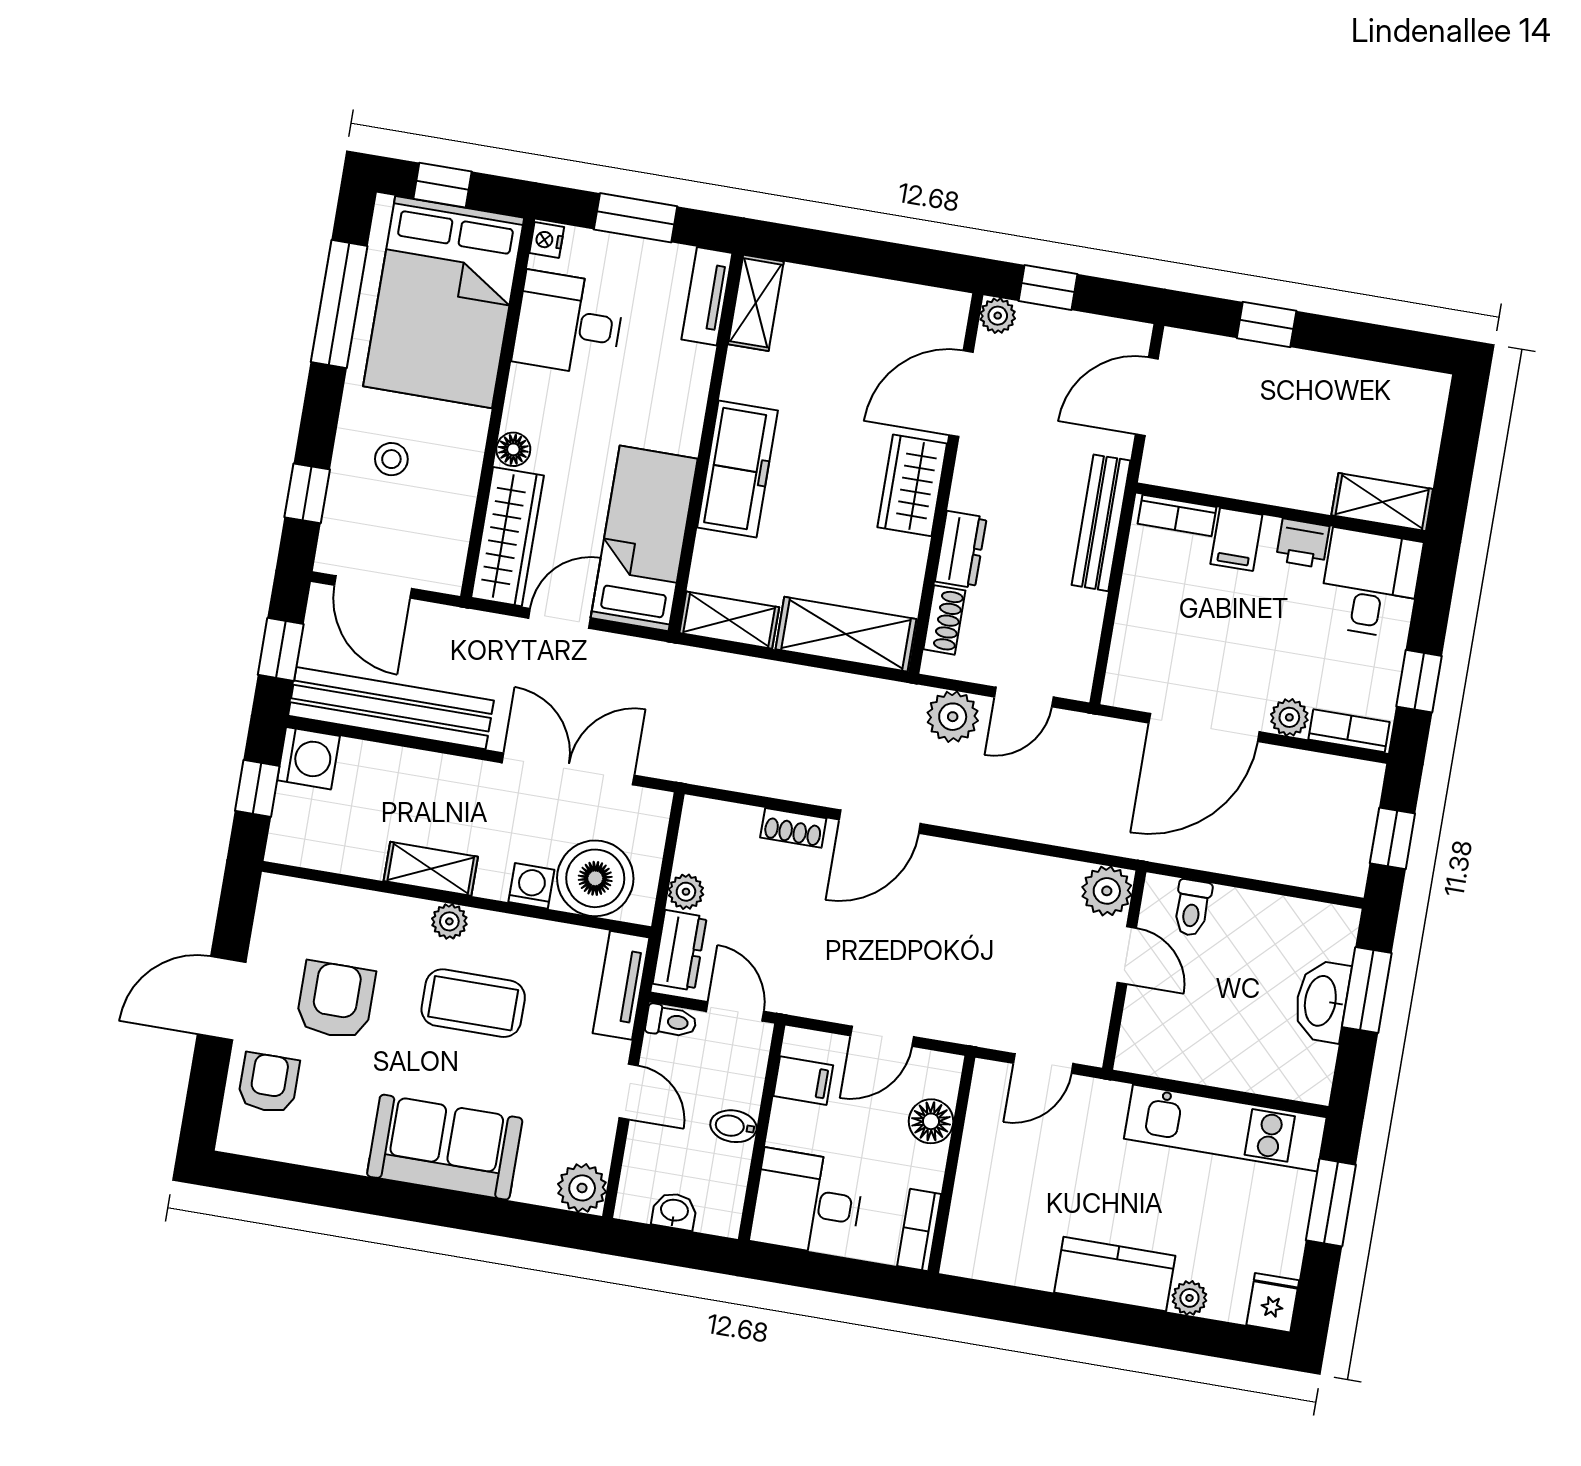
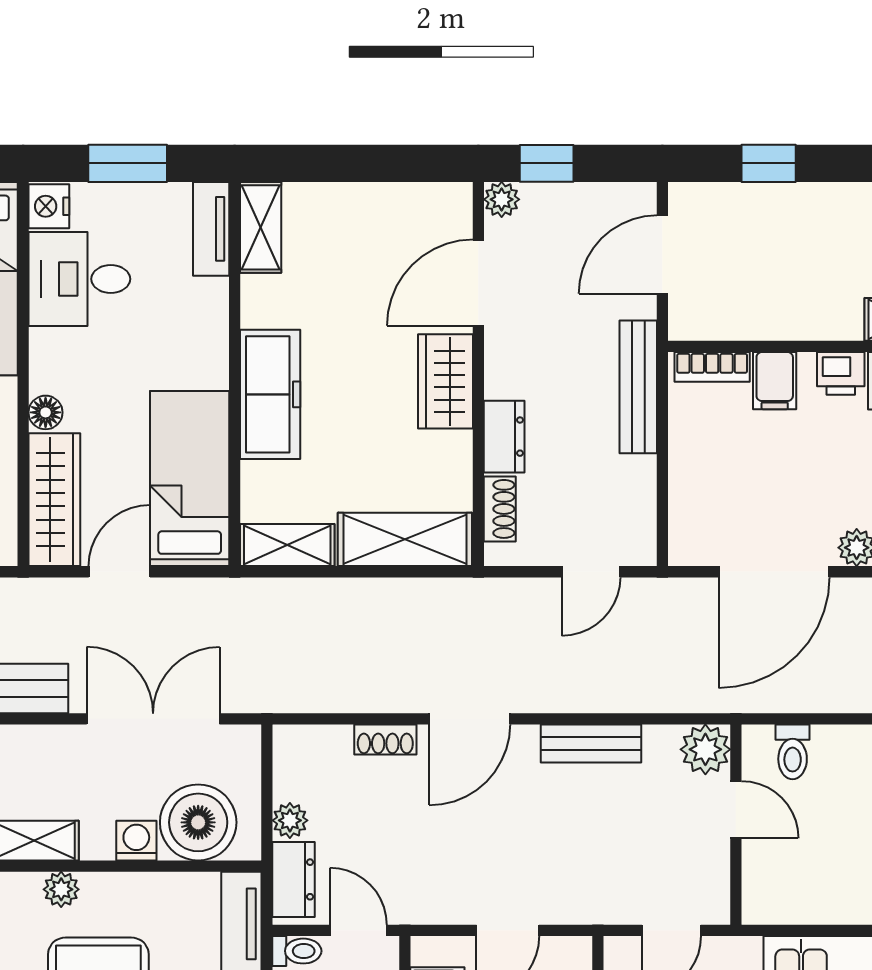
nightstand: (547, 240) -> (49, 206), width x1.39, depth x1.35
plant: (953, 717) -> (524, 603), removed
bench: (995, 866) -> (591, 744), added

